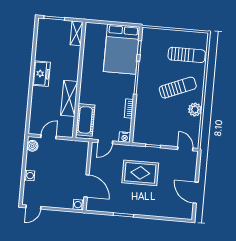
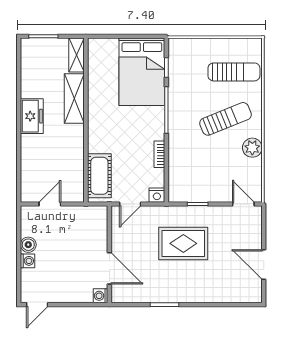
shelving: (69, 98) -> (74, 98), moved
boiler: (32, 146) -> (28, 245), moved

